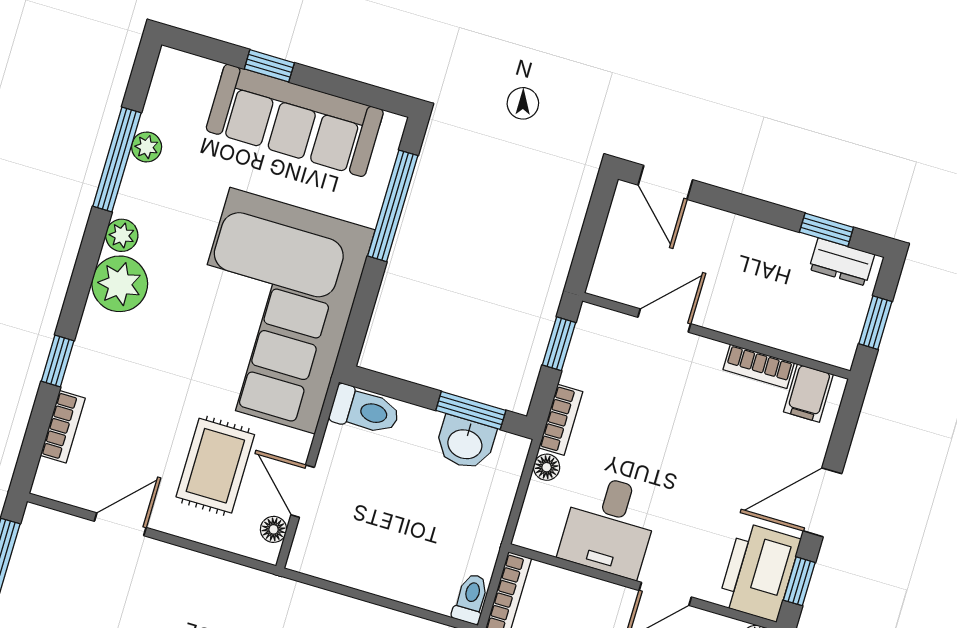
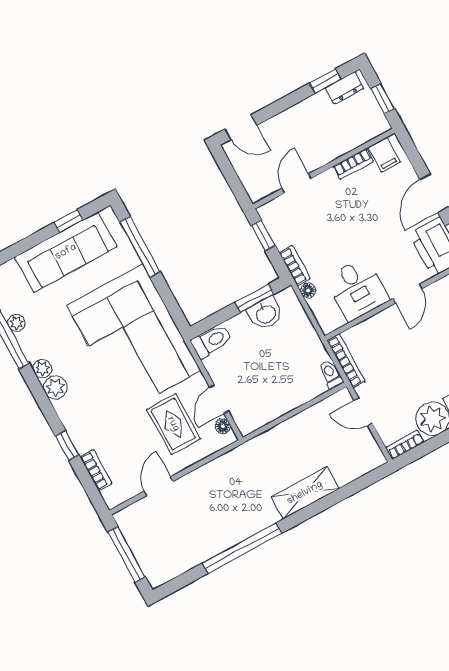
window: (269, 66) -> (68, 221), moved
plant: (120, 284) -> (55, 387), width x0.73, depth x0.73
door: (303, 491) -> (219, 399), hinge flipped

